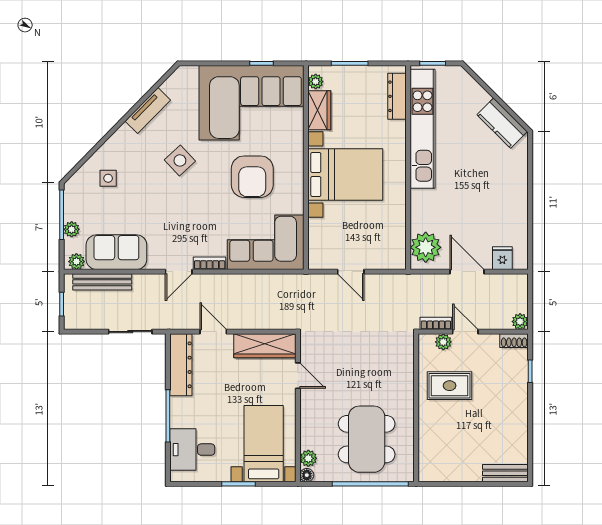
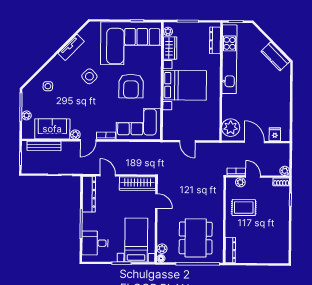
plant: (76, 262) -> (75, 134), moved
dresser: (427, 460) -> (230, 250), added
bench: (505, 473) -> (276, 258), removed

